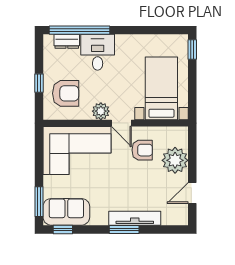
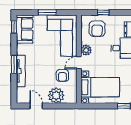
window: (39, 202) -> (47, 12), moved

